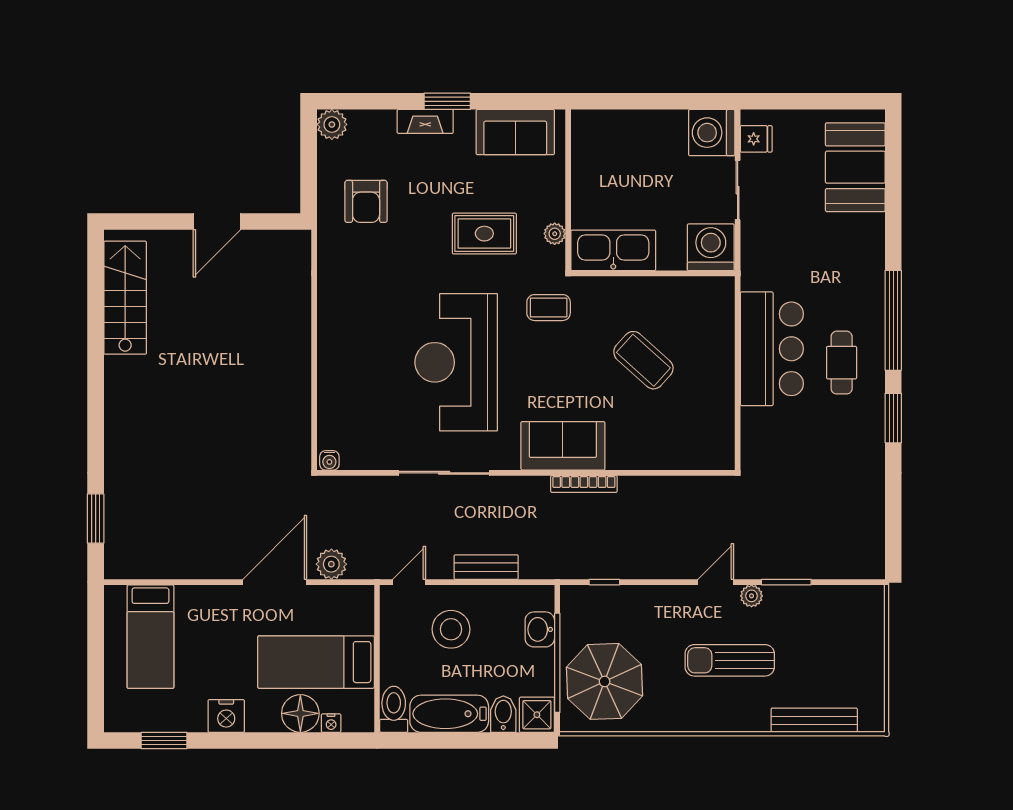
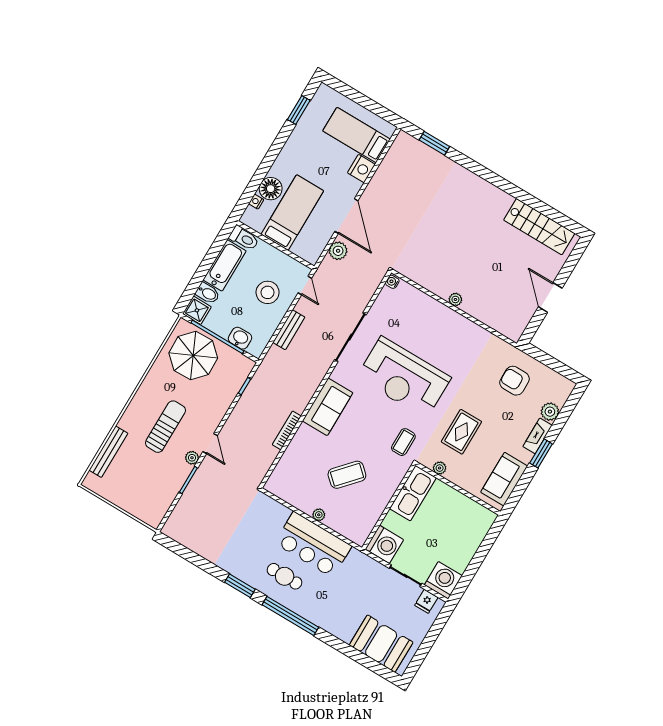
plant: (332, 124) -> (550, 412), moved
plant: (301, 355) -> (455, 299), added
reception desk: (456, 362) -> (404, 377), turned 180
plant: (725, 366) -> (319, 515), added
bookcase: (584, 484) -> (287, 430), moved
nightstand: (226, 716) -> (361, 169), moved, turned 180

